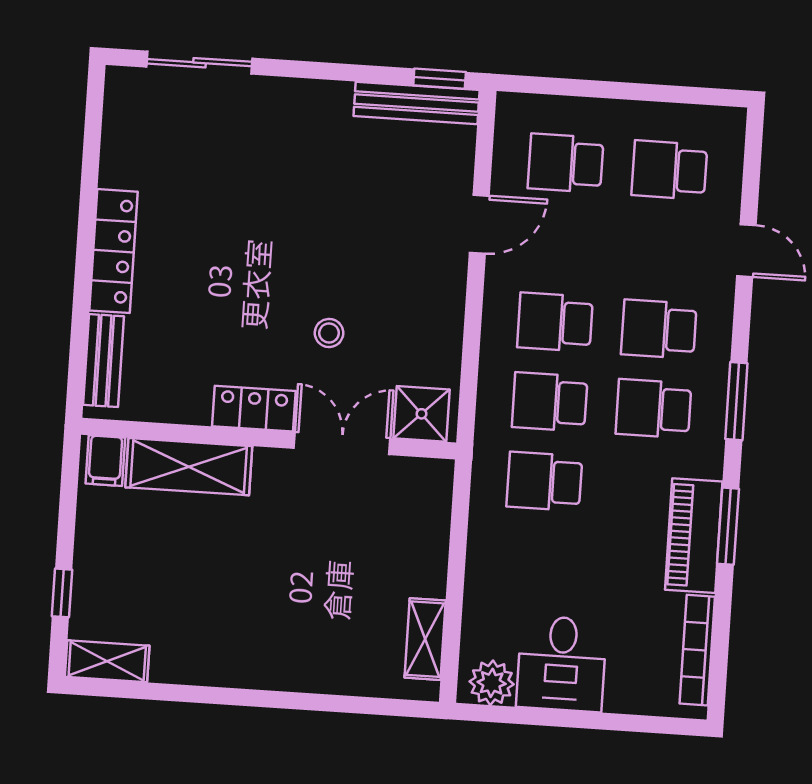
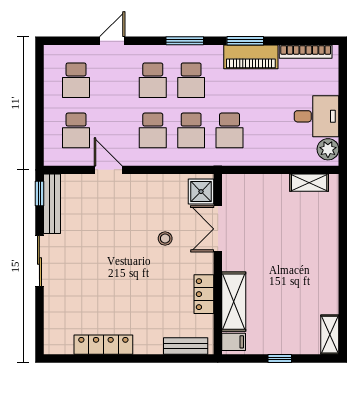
sliding door: (199, 63) -> (39, 261), moved
locker: (113, 251) -> (103, 345), moved
locker: (254, 409) -> (204, 294), moved
window: (62, 593) -> (280, 358), moved

